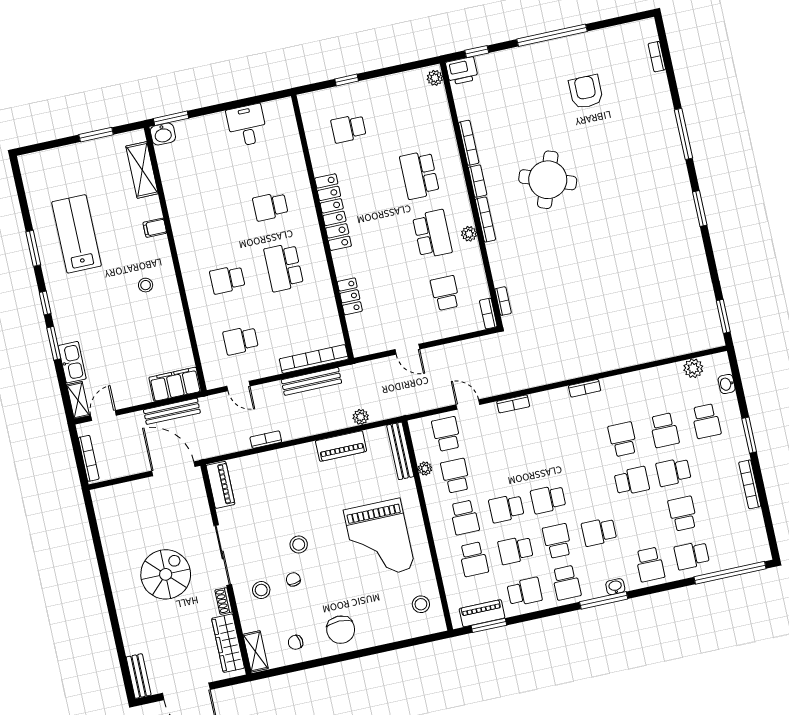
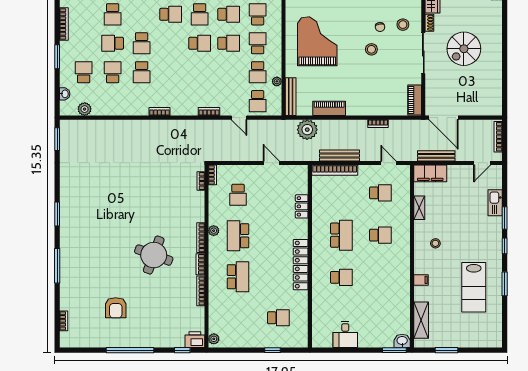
shelving: (78, 400) -> (419, 208), moved
plant: (361, 417) -> (307, 130), width x1.87, depth x1.87
school desk: (674, 472) -> (113, 43), turned 180
school desk: (632, 481) -> (142, 43), turned -90

